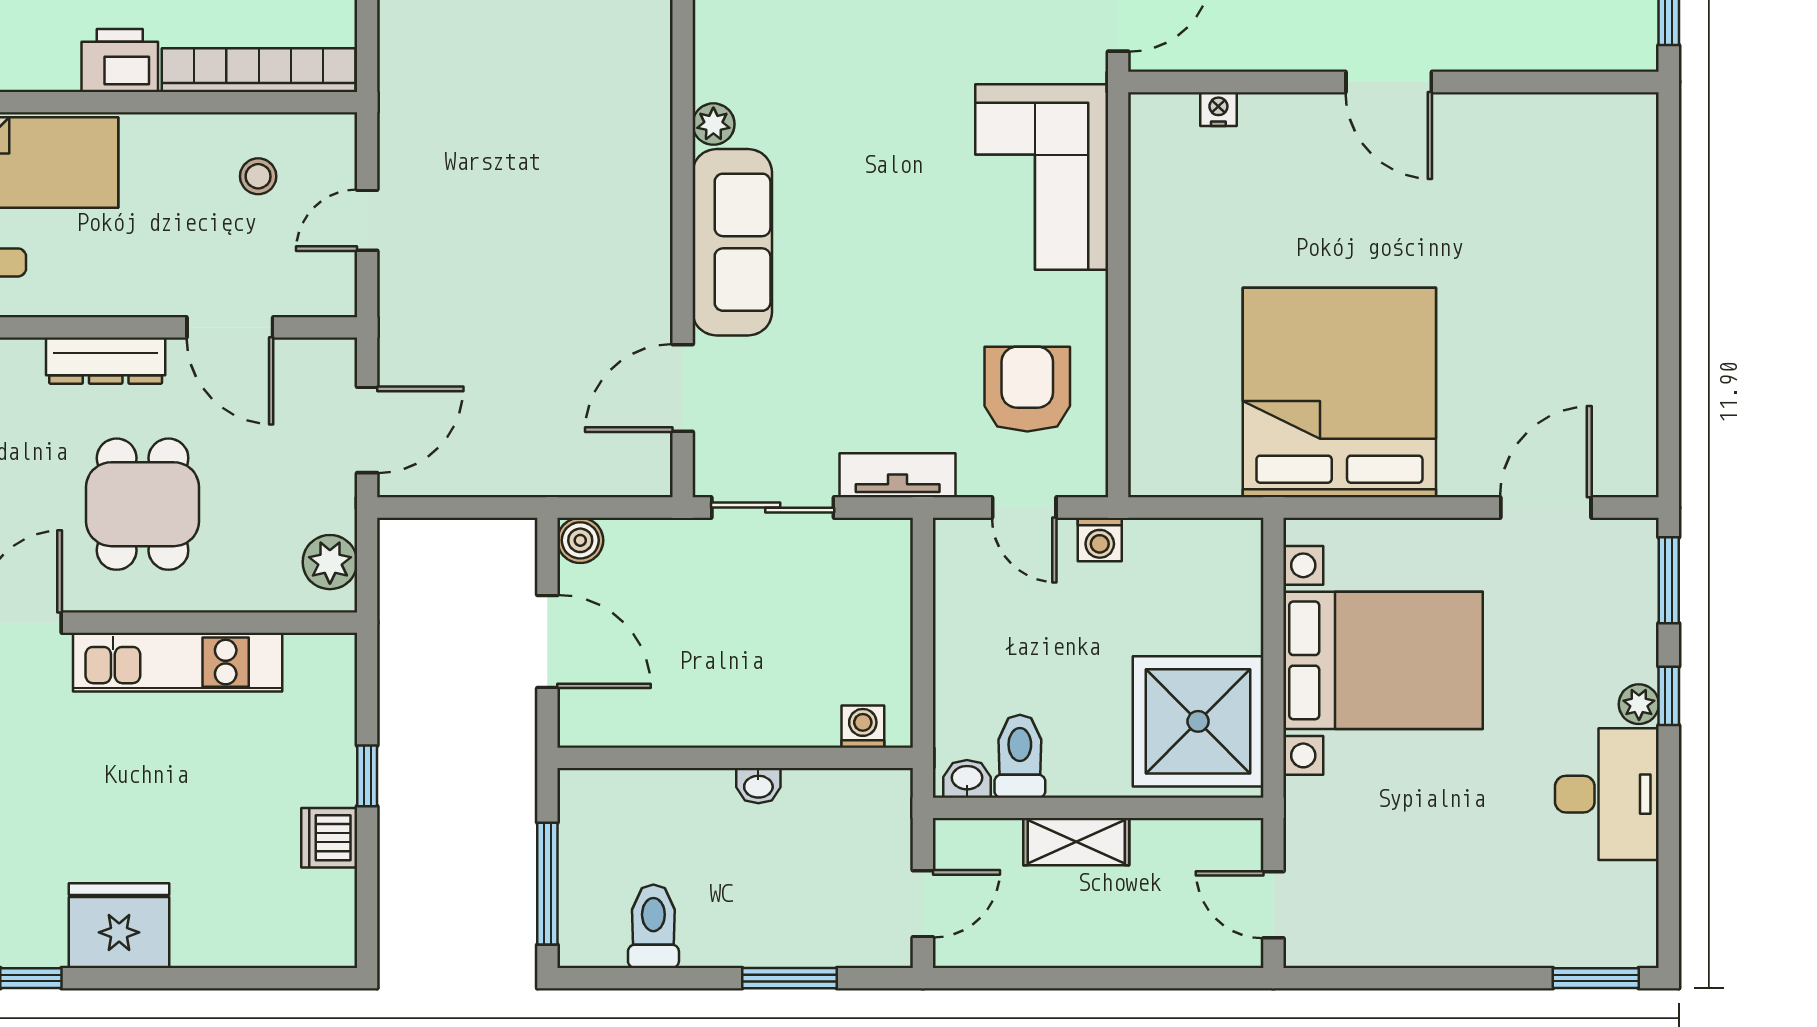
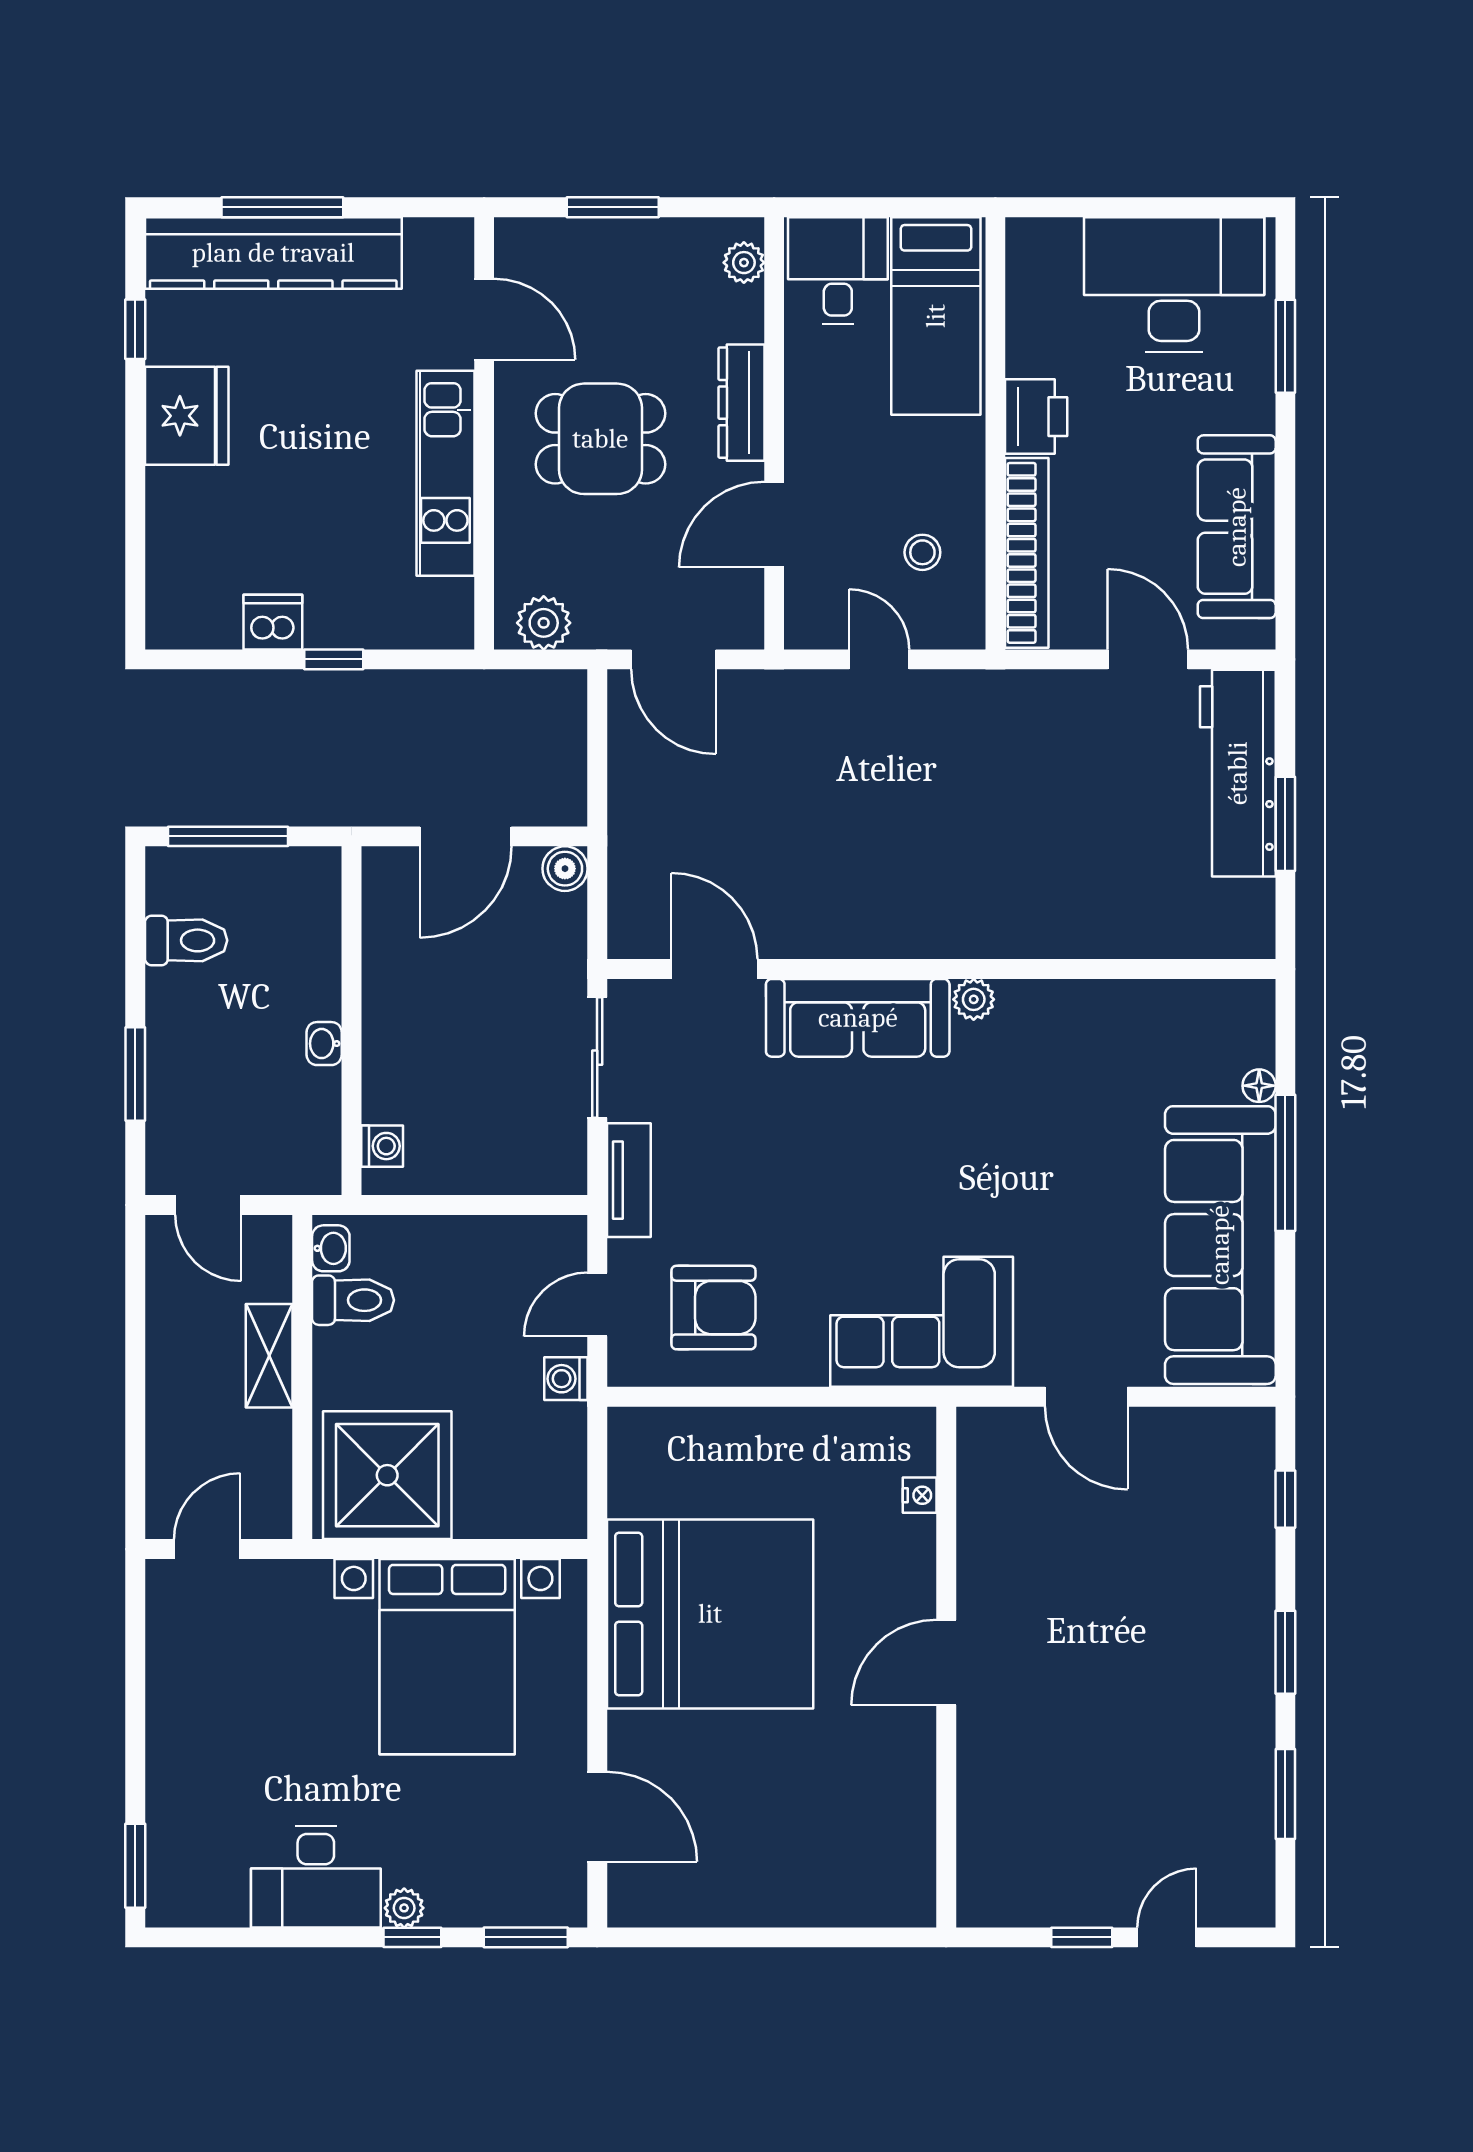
door: (1389, 82) -> (946, 1662), moved
wall: (1393, 82) -> (946, 1667), moved
nightstand: (1218, 109) -> (920, 1495), moved

